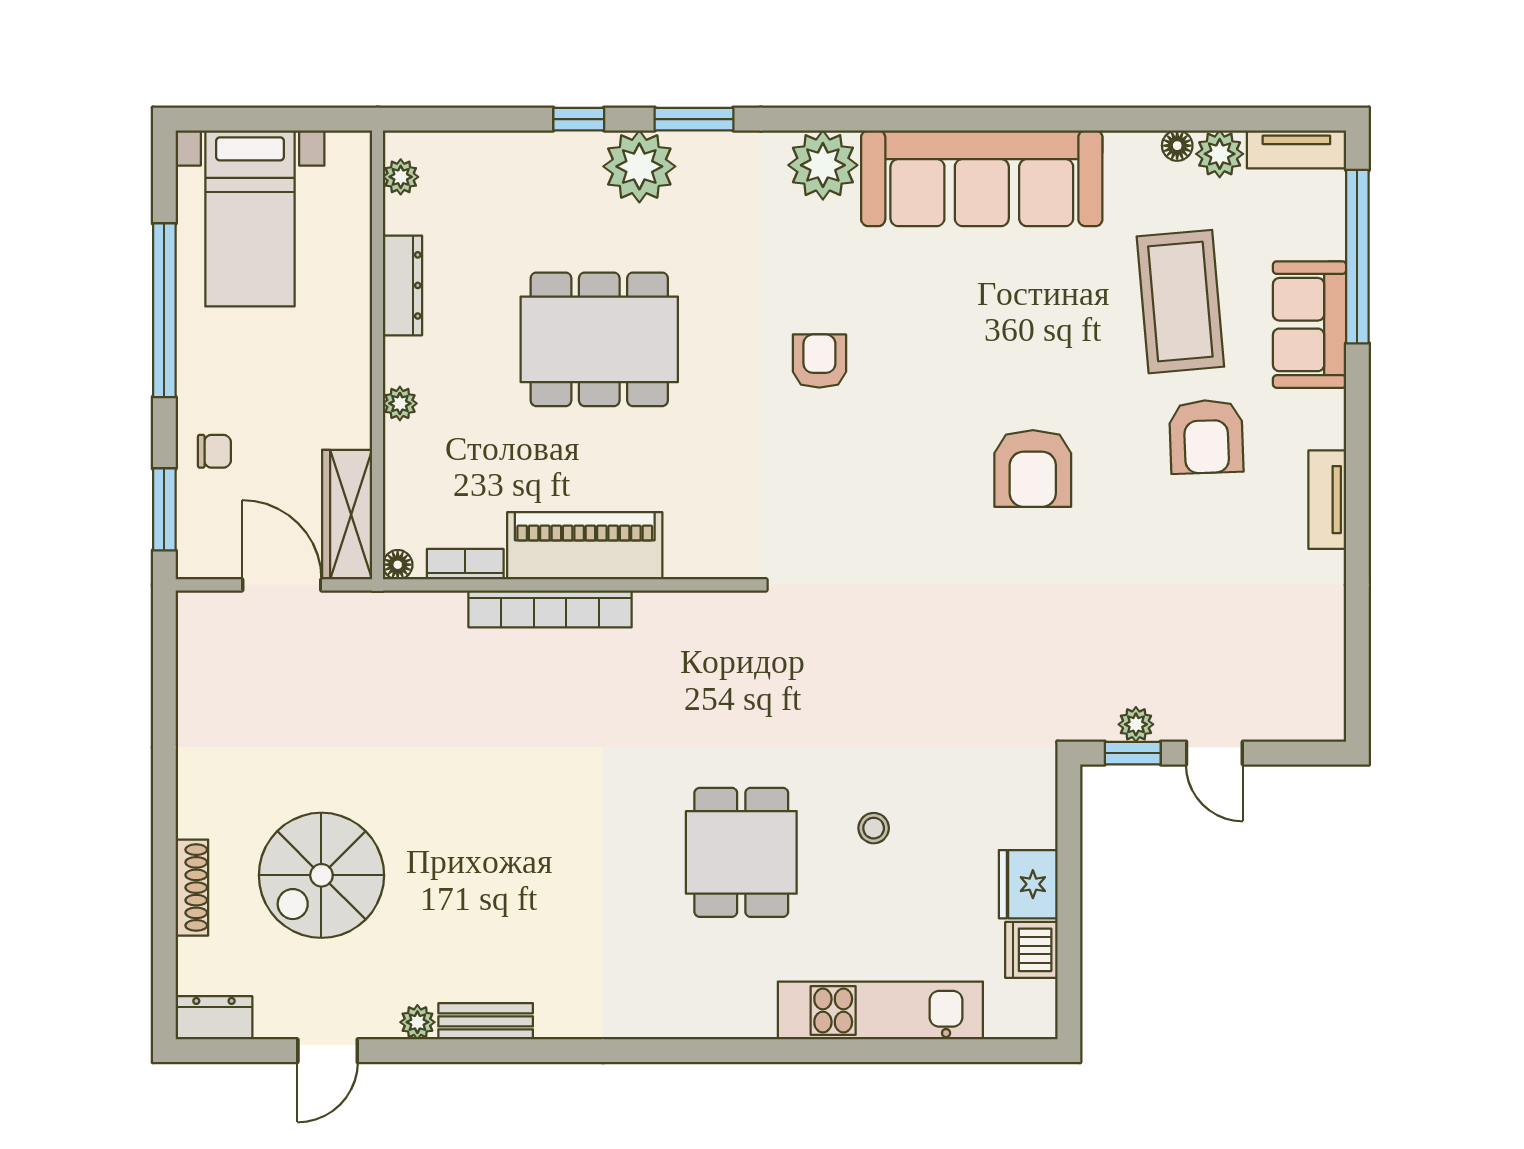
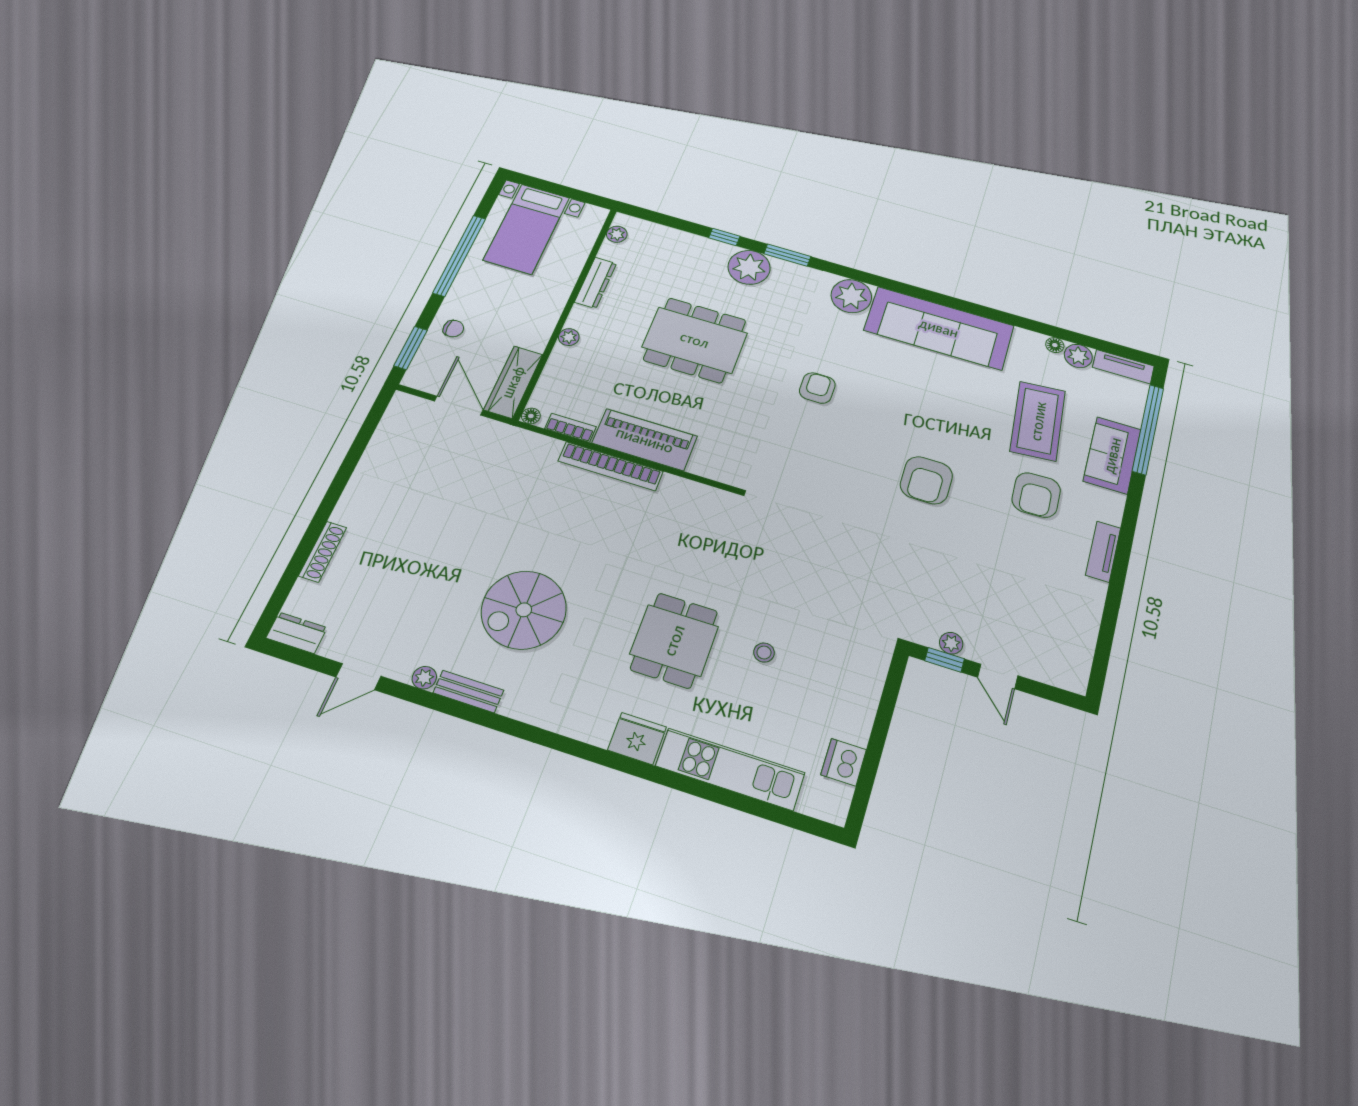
spiral stairs: (321, 875) -> (524, 610), moved
fridge: (1028, 884) -> (637, 738), moved, turned 90

